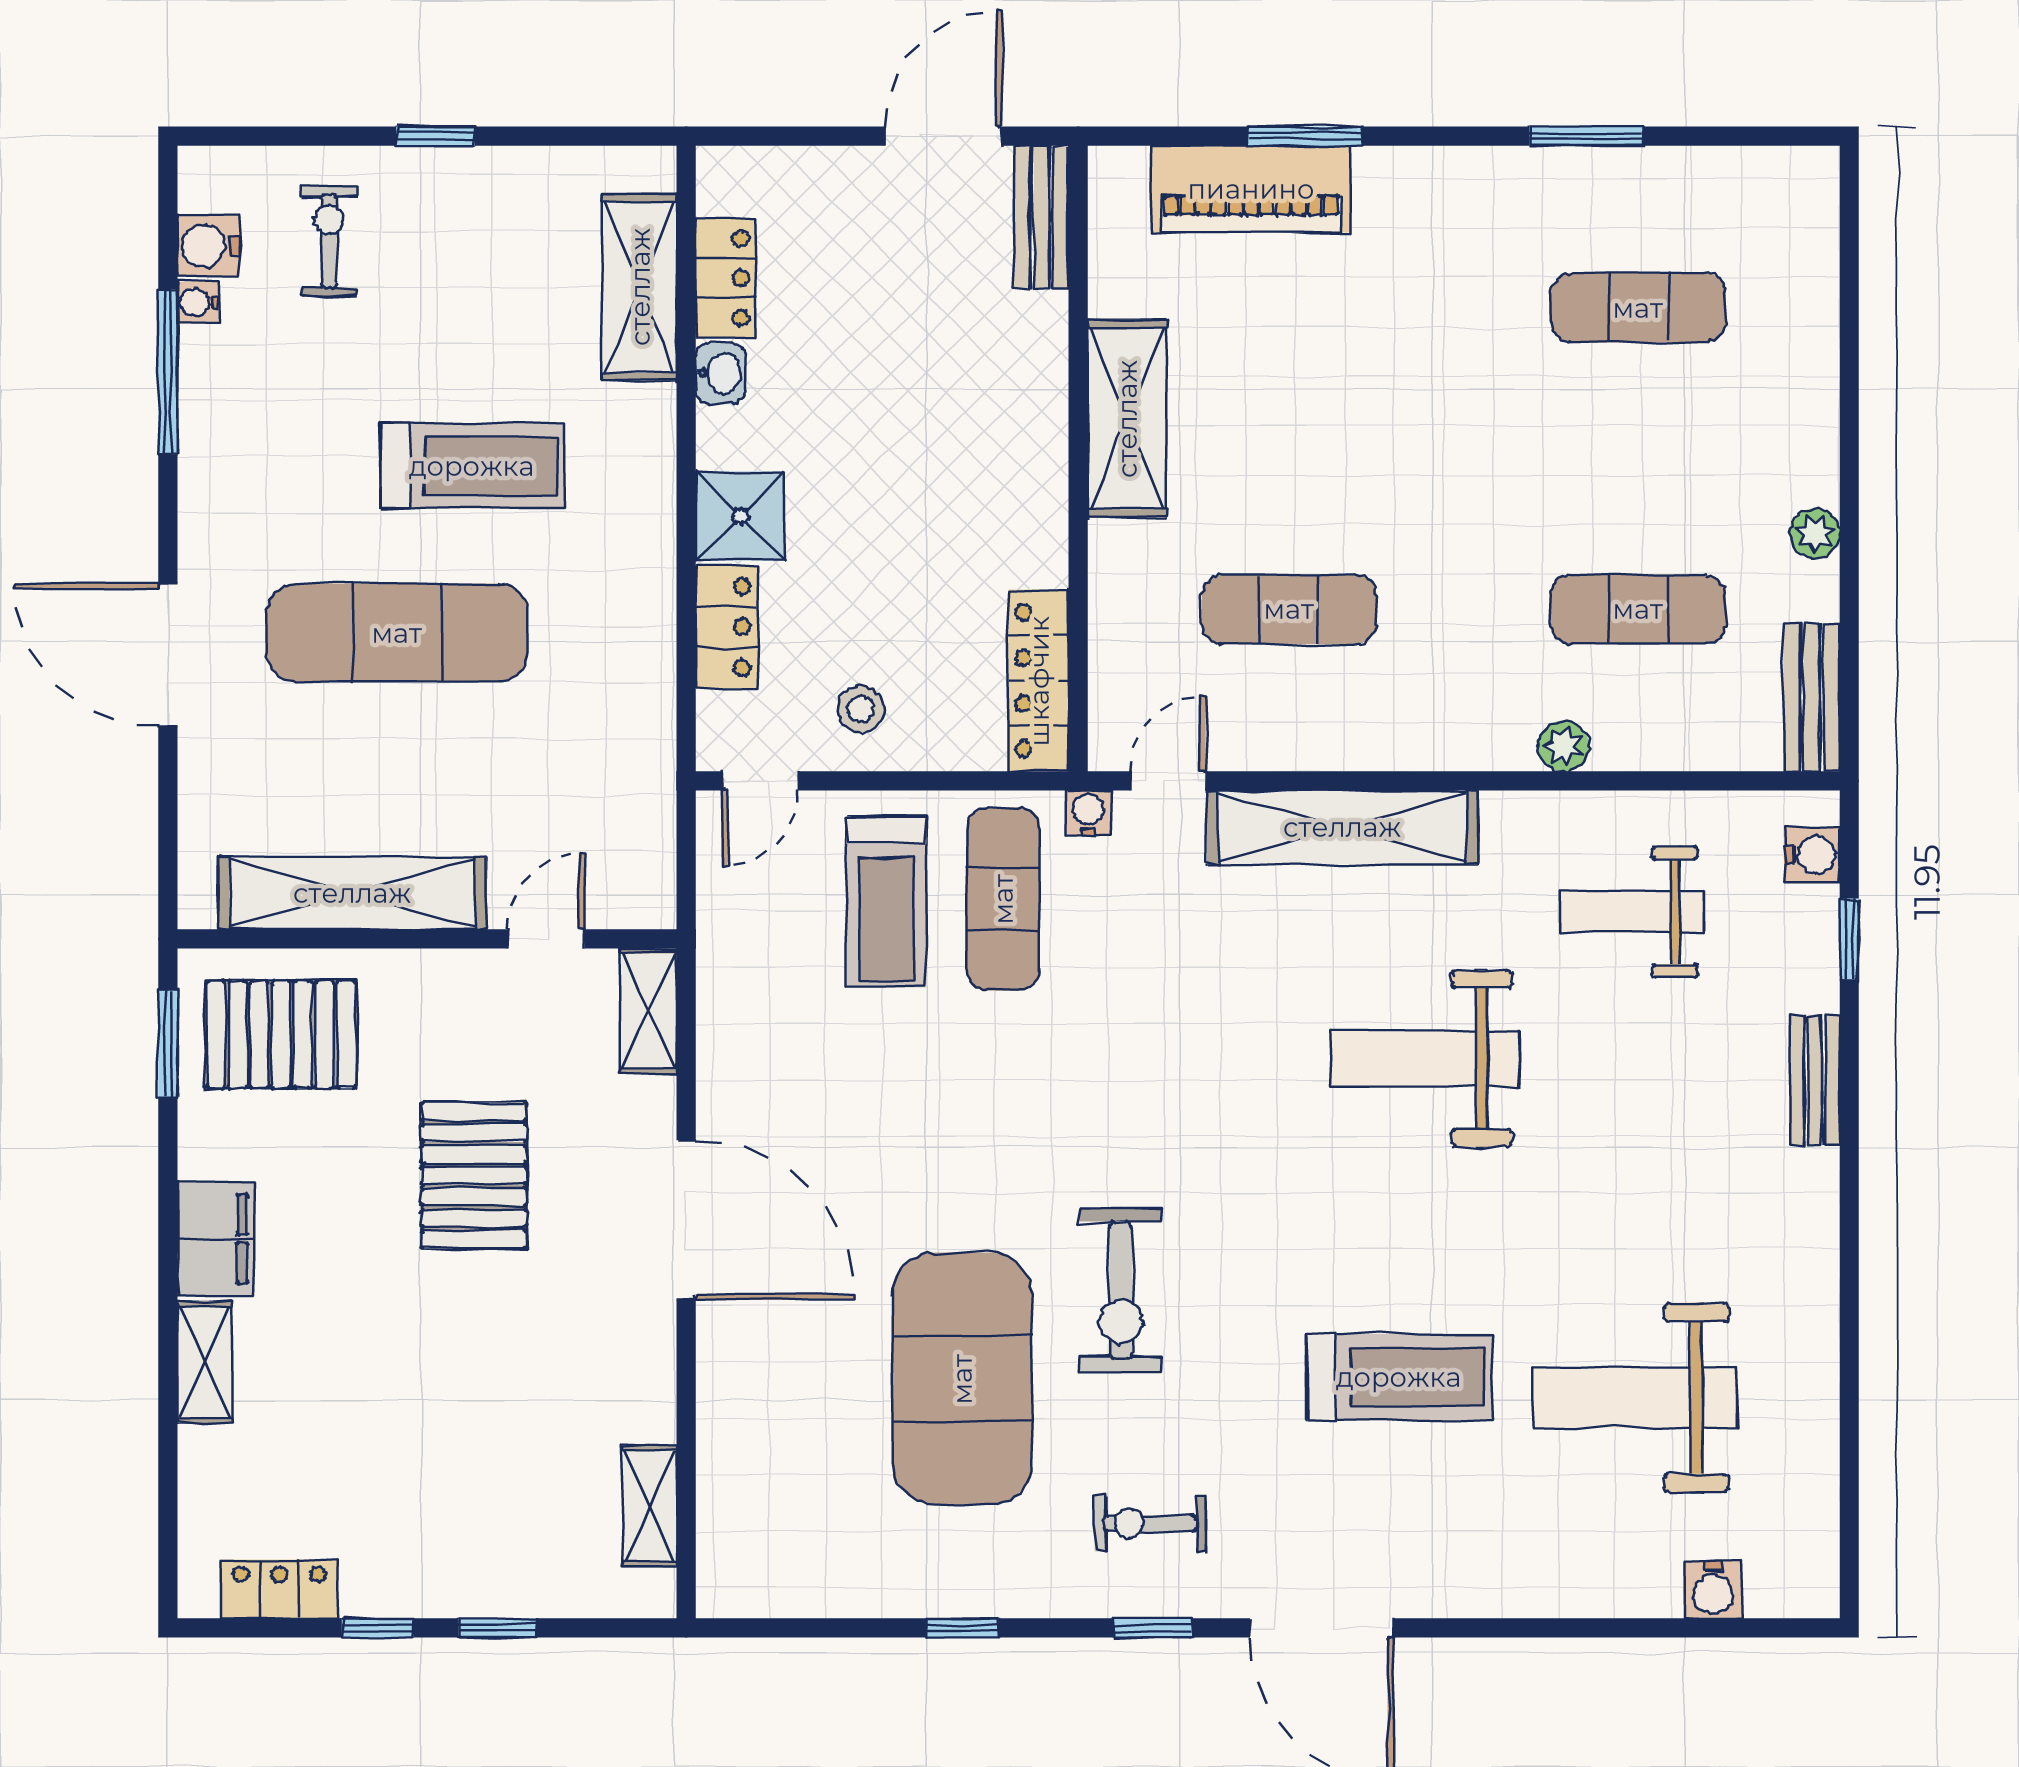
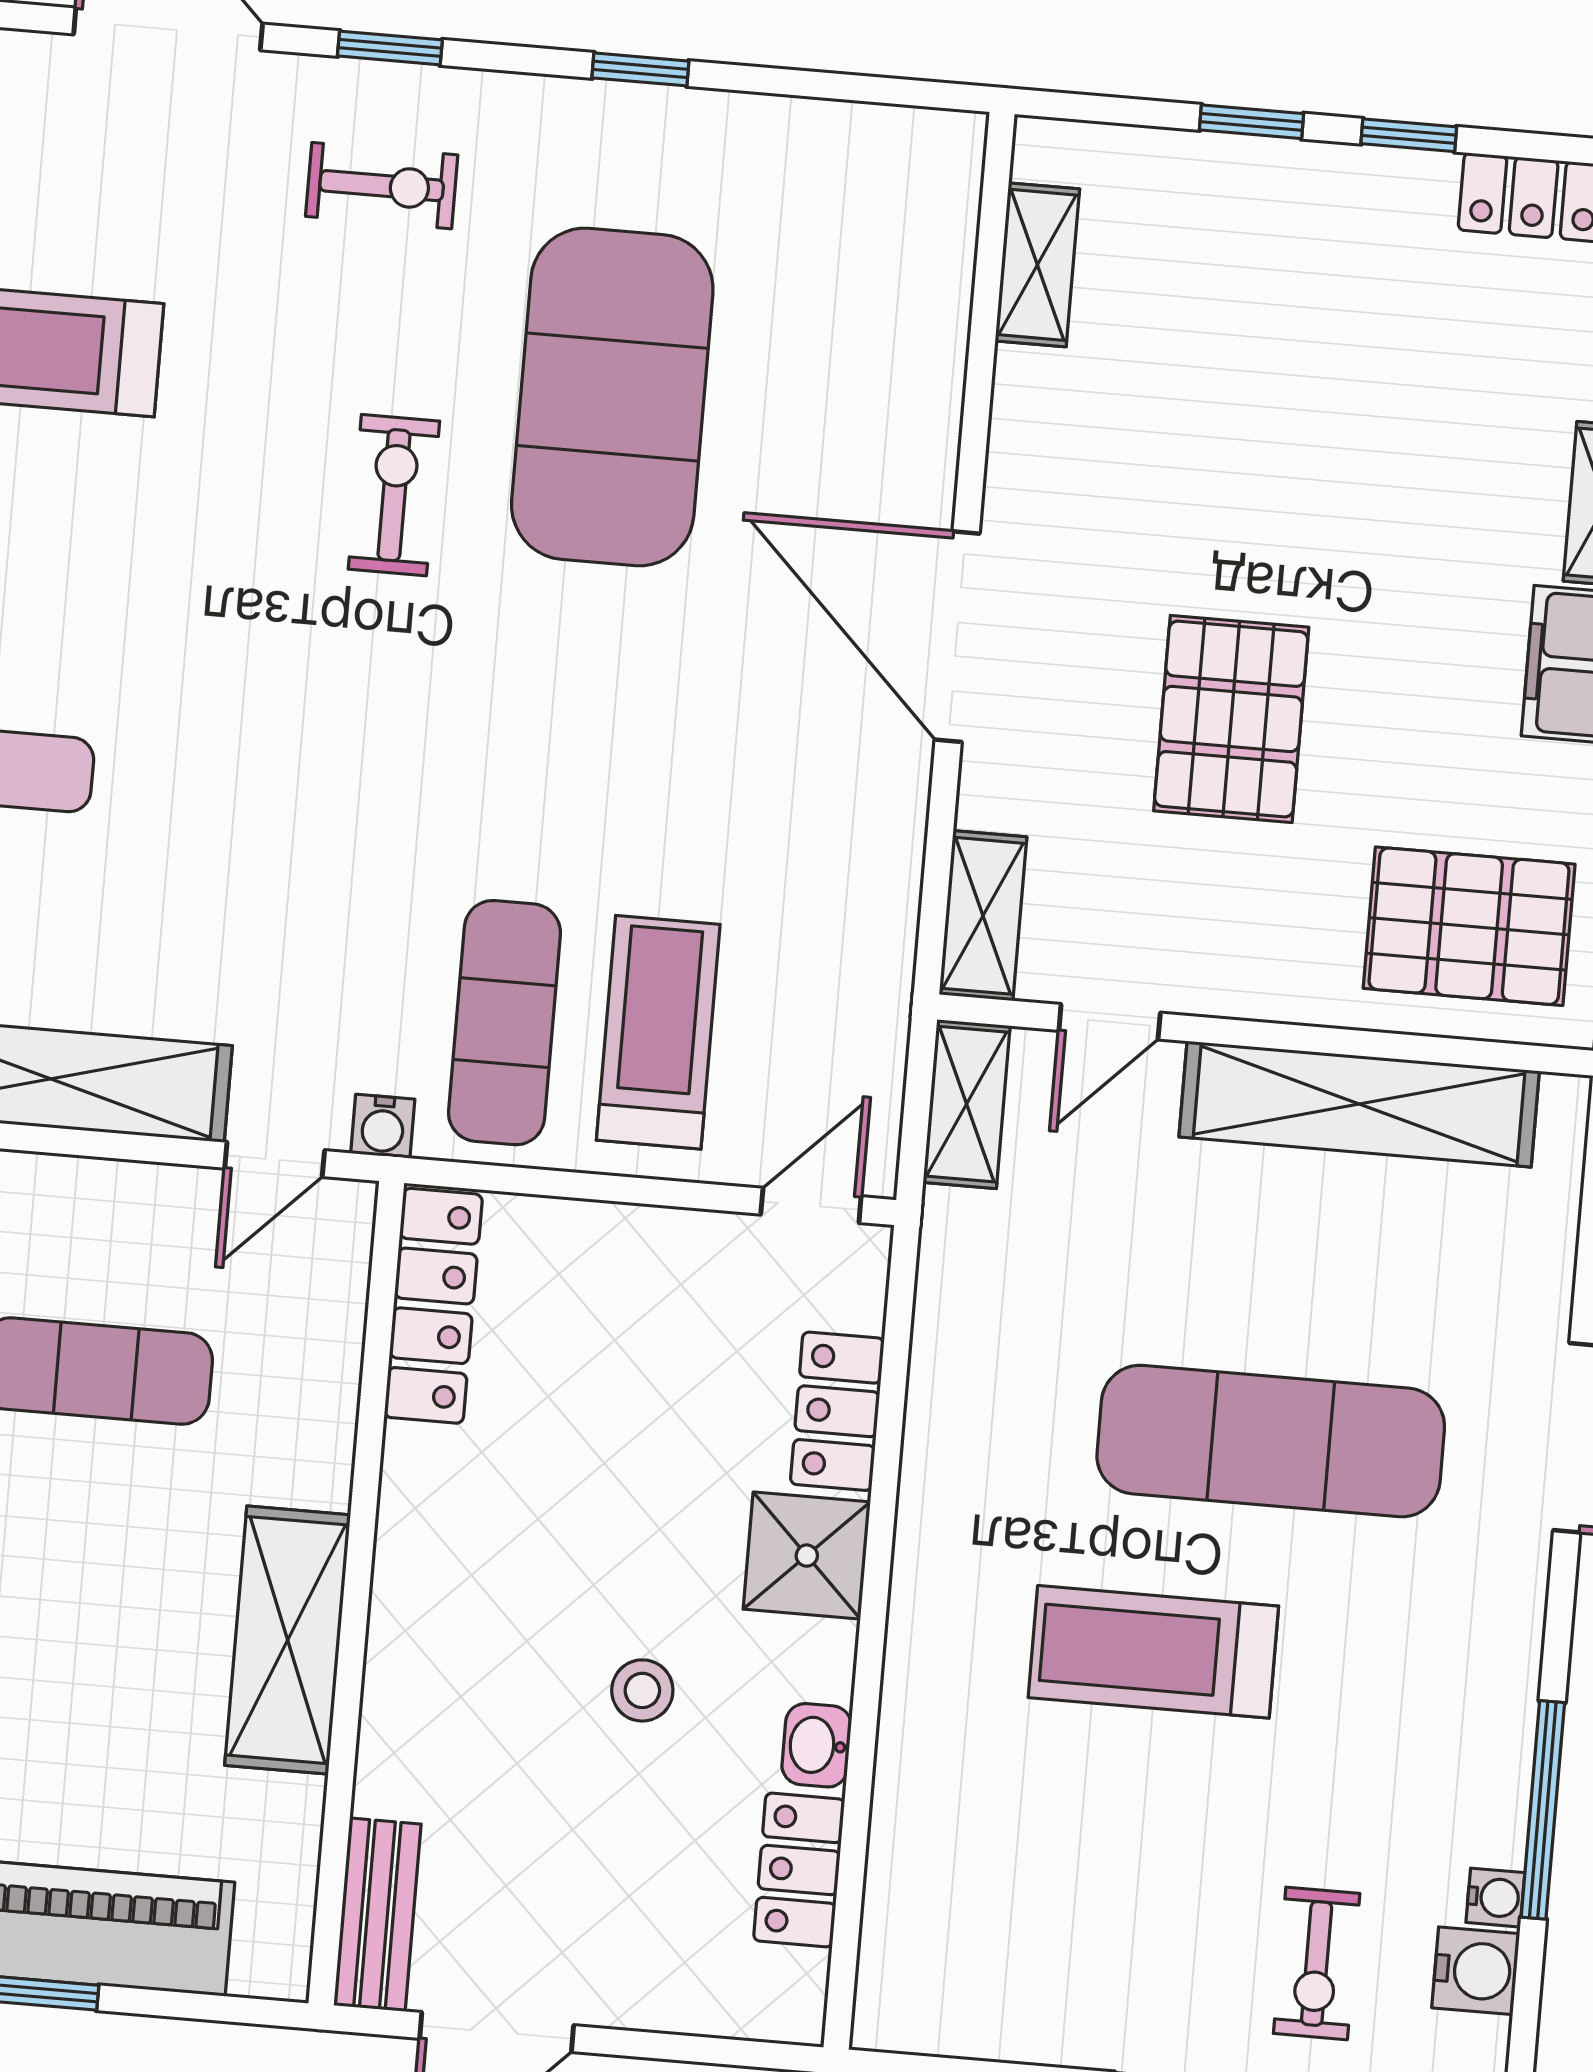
shelving: (640, 287) -> (967, 1104), moved, width x0.67, depth x0.75
stool: (861, 709) -> (642, 1690), moved
exercise bike: (1121, 1290) -> (394, 495), width x0.73, depth x0.72

